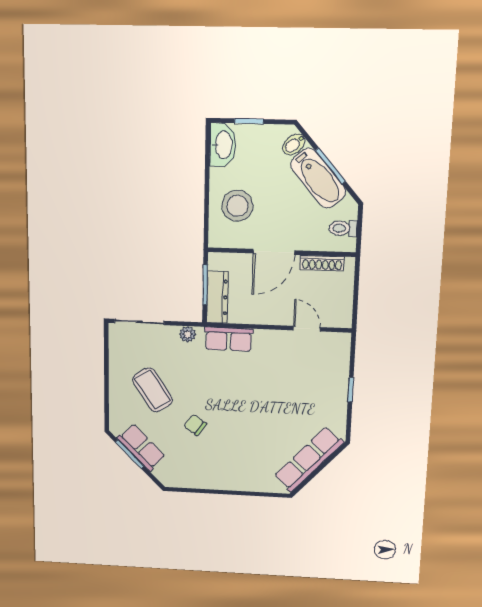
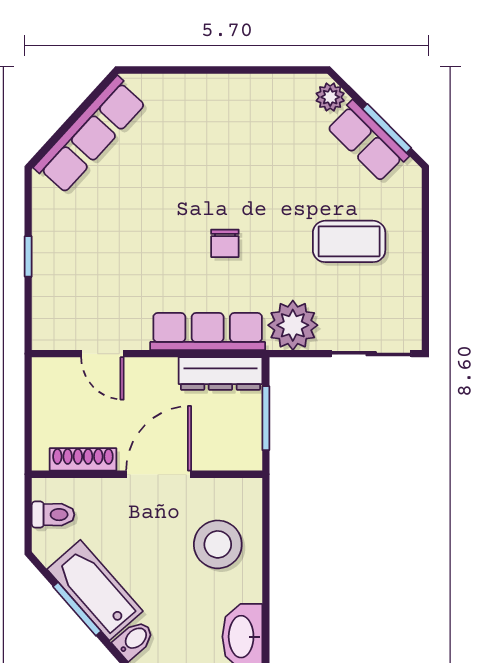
dresser: (217, 297) -> (220, 374), moved, turned -90
plant: (188, 334) -> (293, 325), width x1.87, depth x1.87
row of seats: (229, 339) -> (208, 332), width x1.48
coffee table: (153, 390) -> (349, 241), turned -57
chair: (195, 425) -> (225, 243), moved, turned 54
plant: (163, 474) -> (330, 97), added

